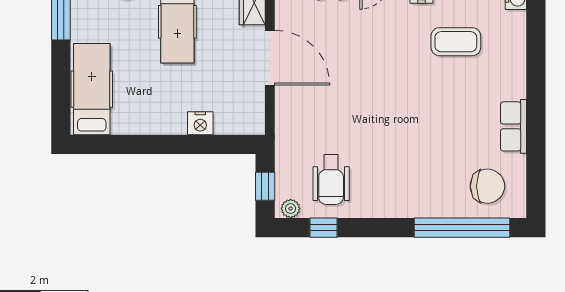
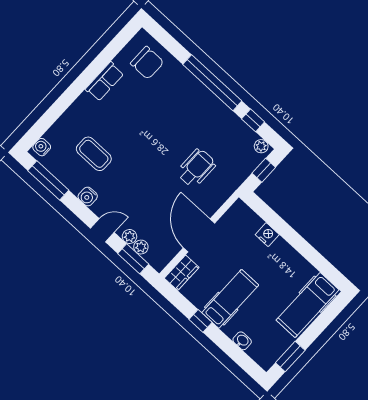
wheelchair: (331, 180) -> (196, 168), moved
chair: (487, 186) -> (147, 63), turned 180
window: (462, 228) -> (212, 83), moved

